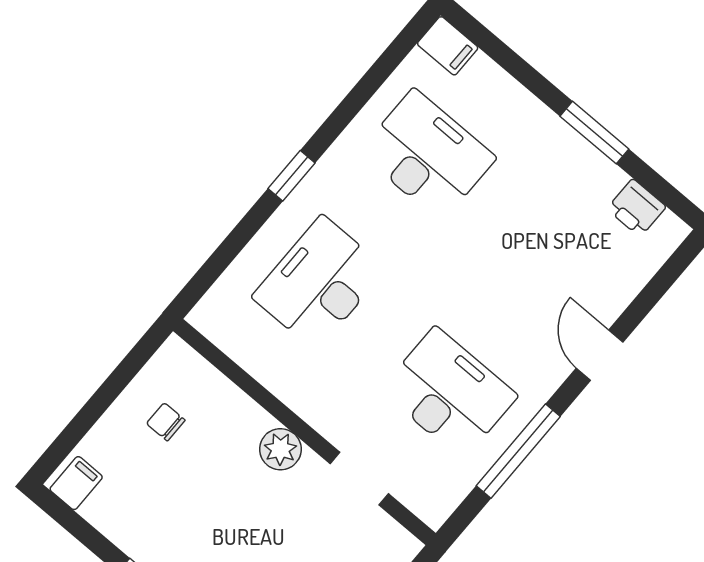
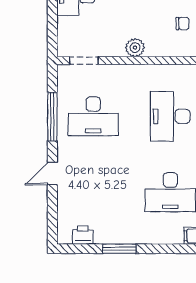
desk: (319, 283) -> (170, 116), turned 180
door: (600, 355) -> (52, 174), swing flipped
doorway: (359, 479) -> (84, 61), moved

